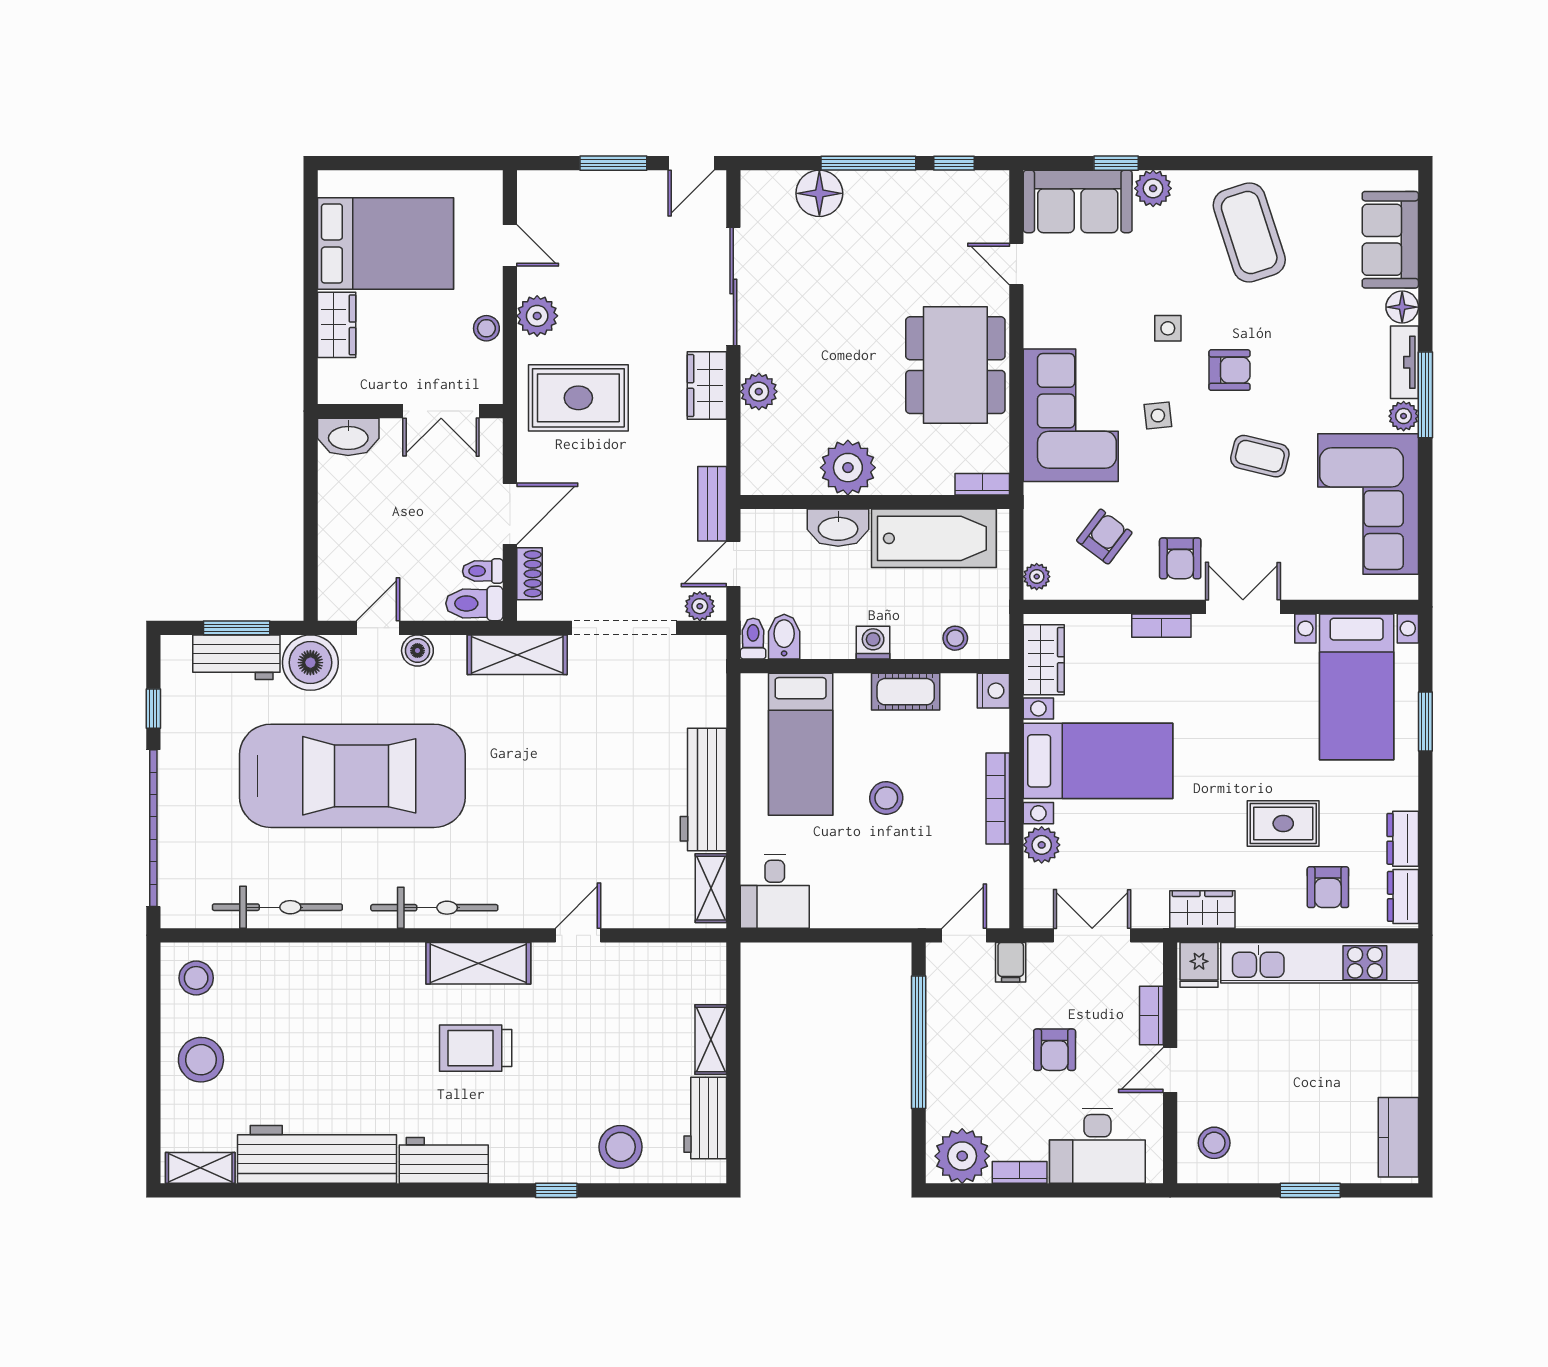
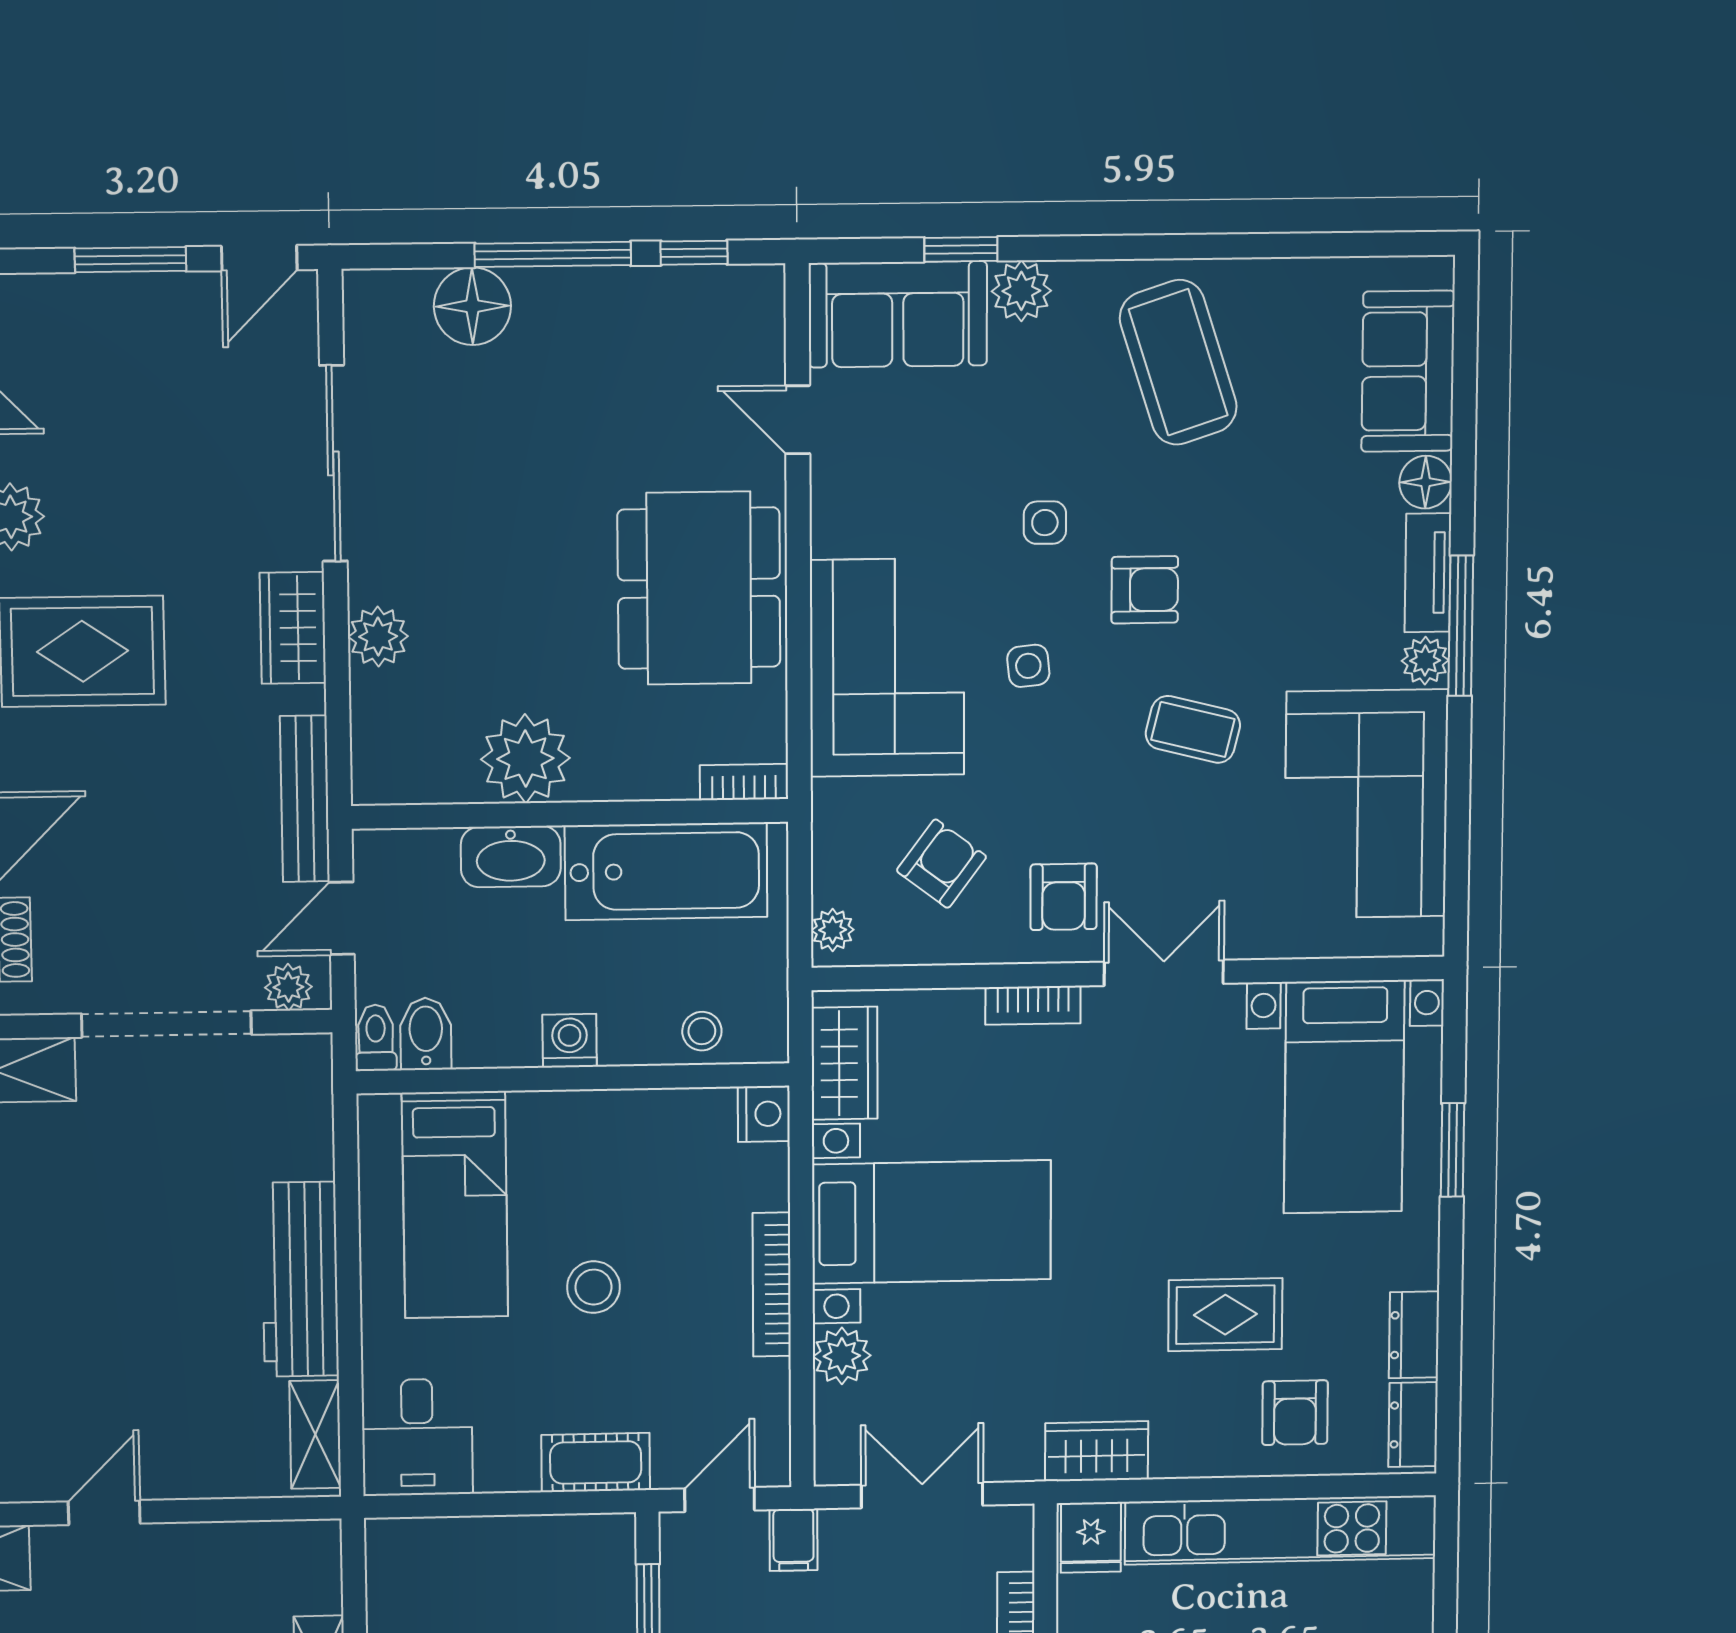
bench: (712, 504) -> (305, 799), width x1.36
cot: (906, 692) -> (596, 1462), moved

